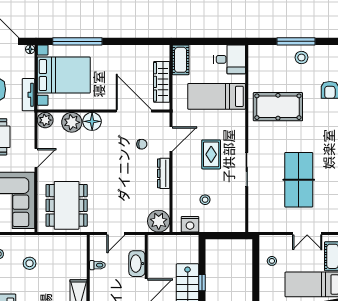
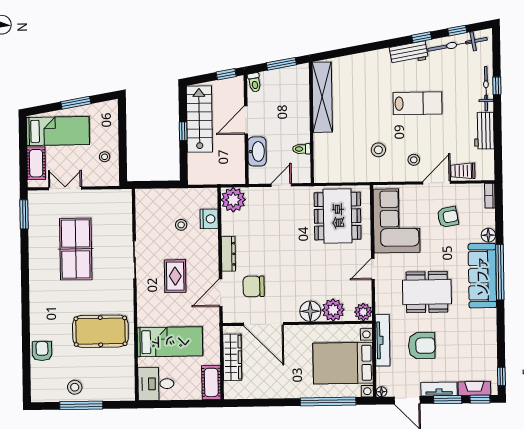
tv unit: (28, 95) -> (383, 340), width x1.41
chair: (142, 144) -> (254, 286), width x1.87, depth x1.87
nightstand: (190, 224) -> (209, 219), moved, turned 90

